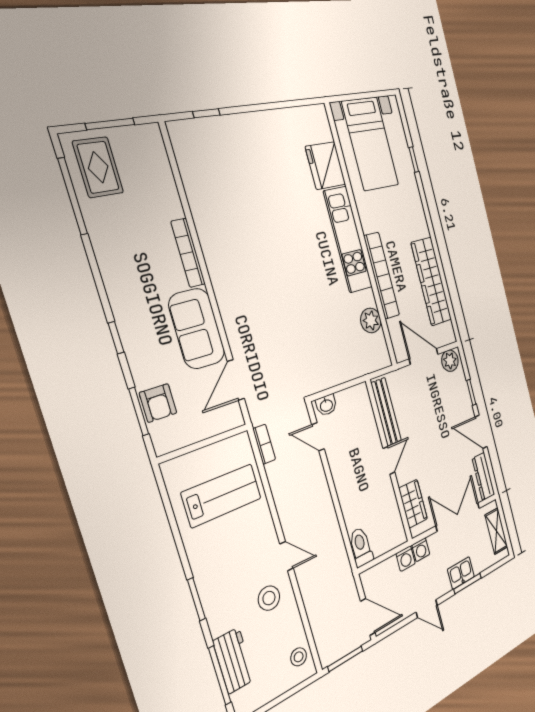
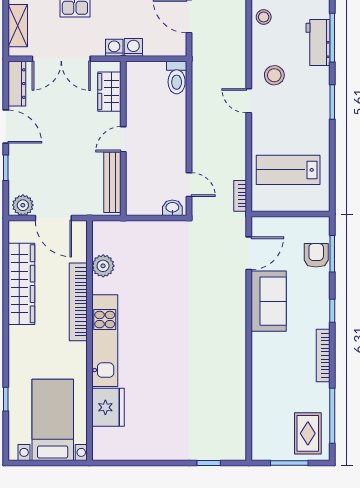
bookcase: (188, 253) -> (323, 355), moved, turned 180

